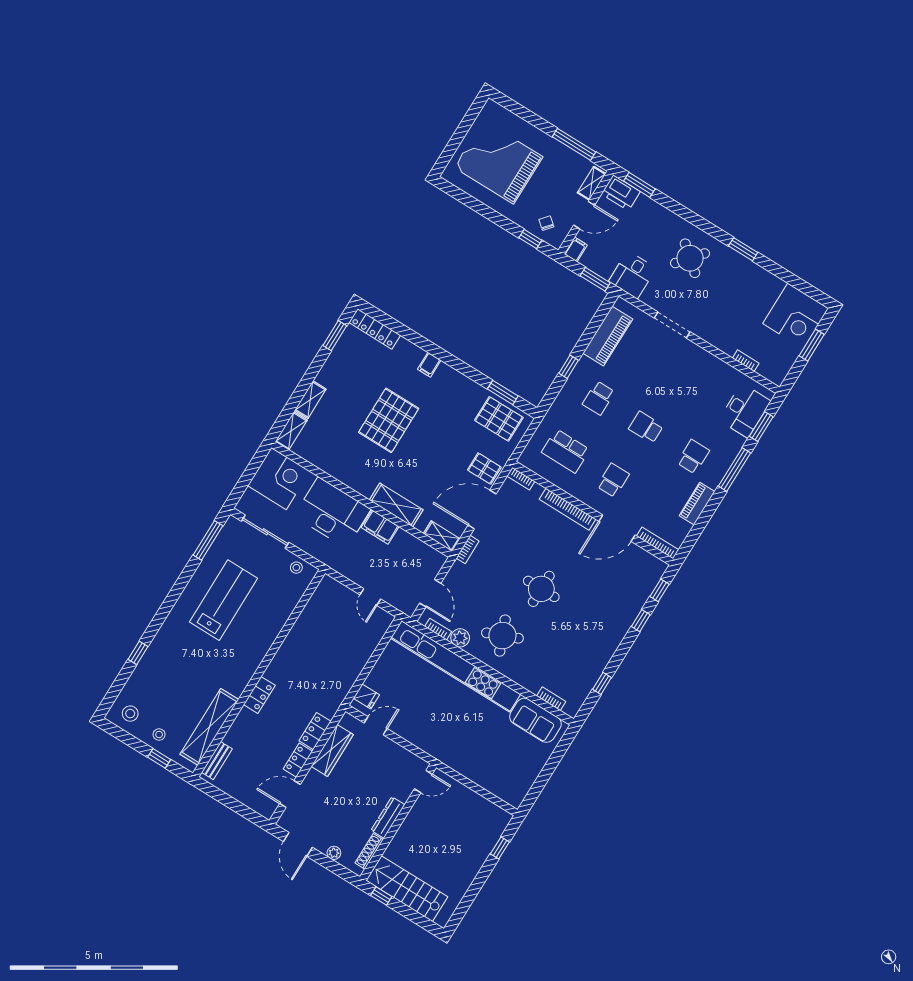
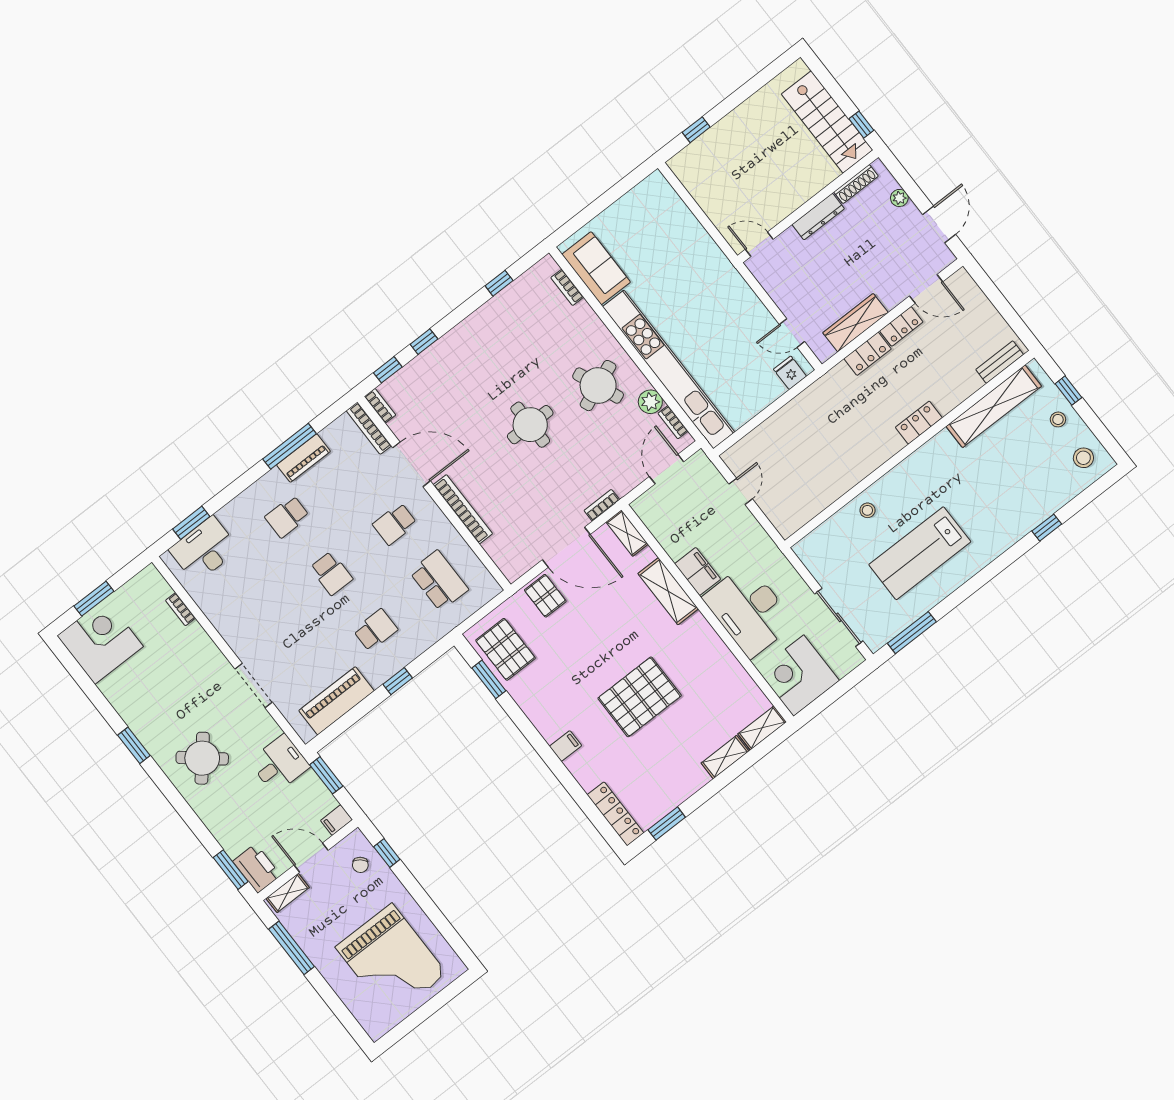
window: (735, 470) -> (290, 446), moved
bookcase: (521, 479) -> (380, 406), moved
stool: (296, 568) -> (867, 510), moved

